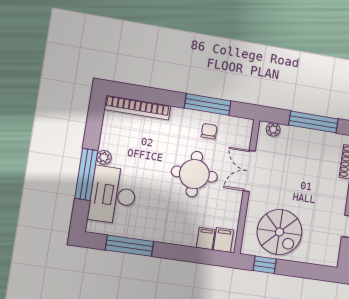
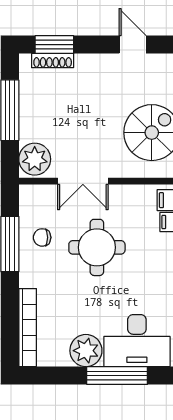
plant: (273, 129) -> (35, 159), width x1.88, depth x1.88
plant: (104, 157) -> (86, 351), width x1.87, depth x1.87

